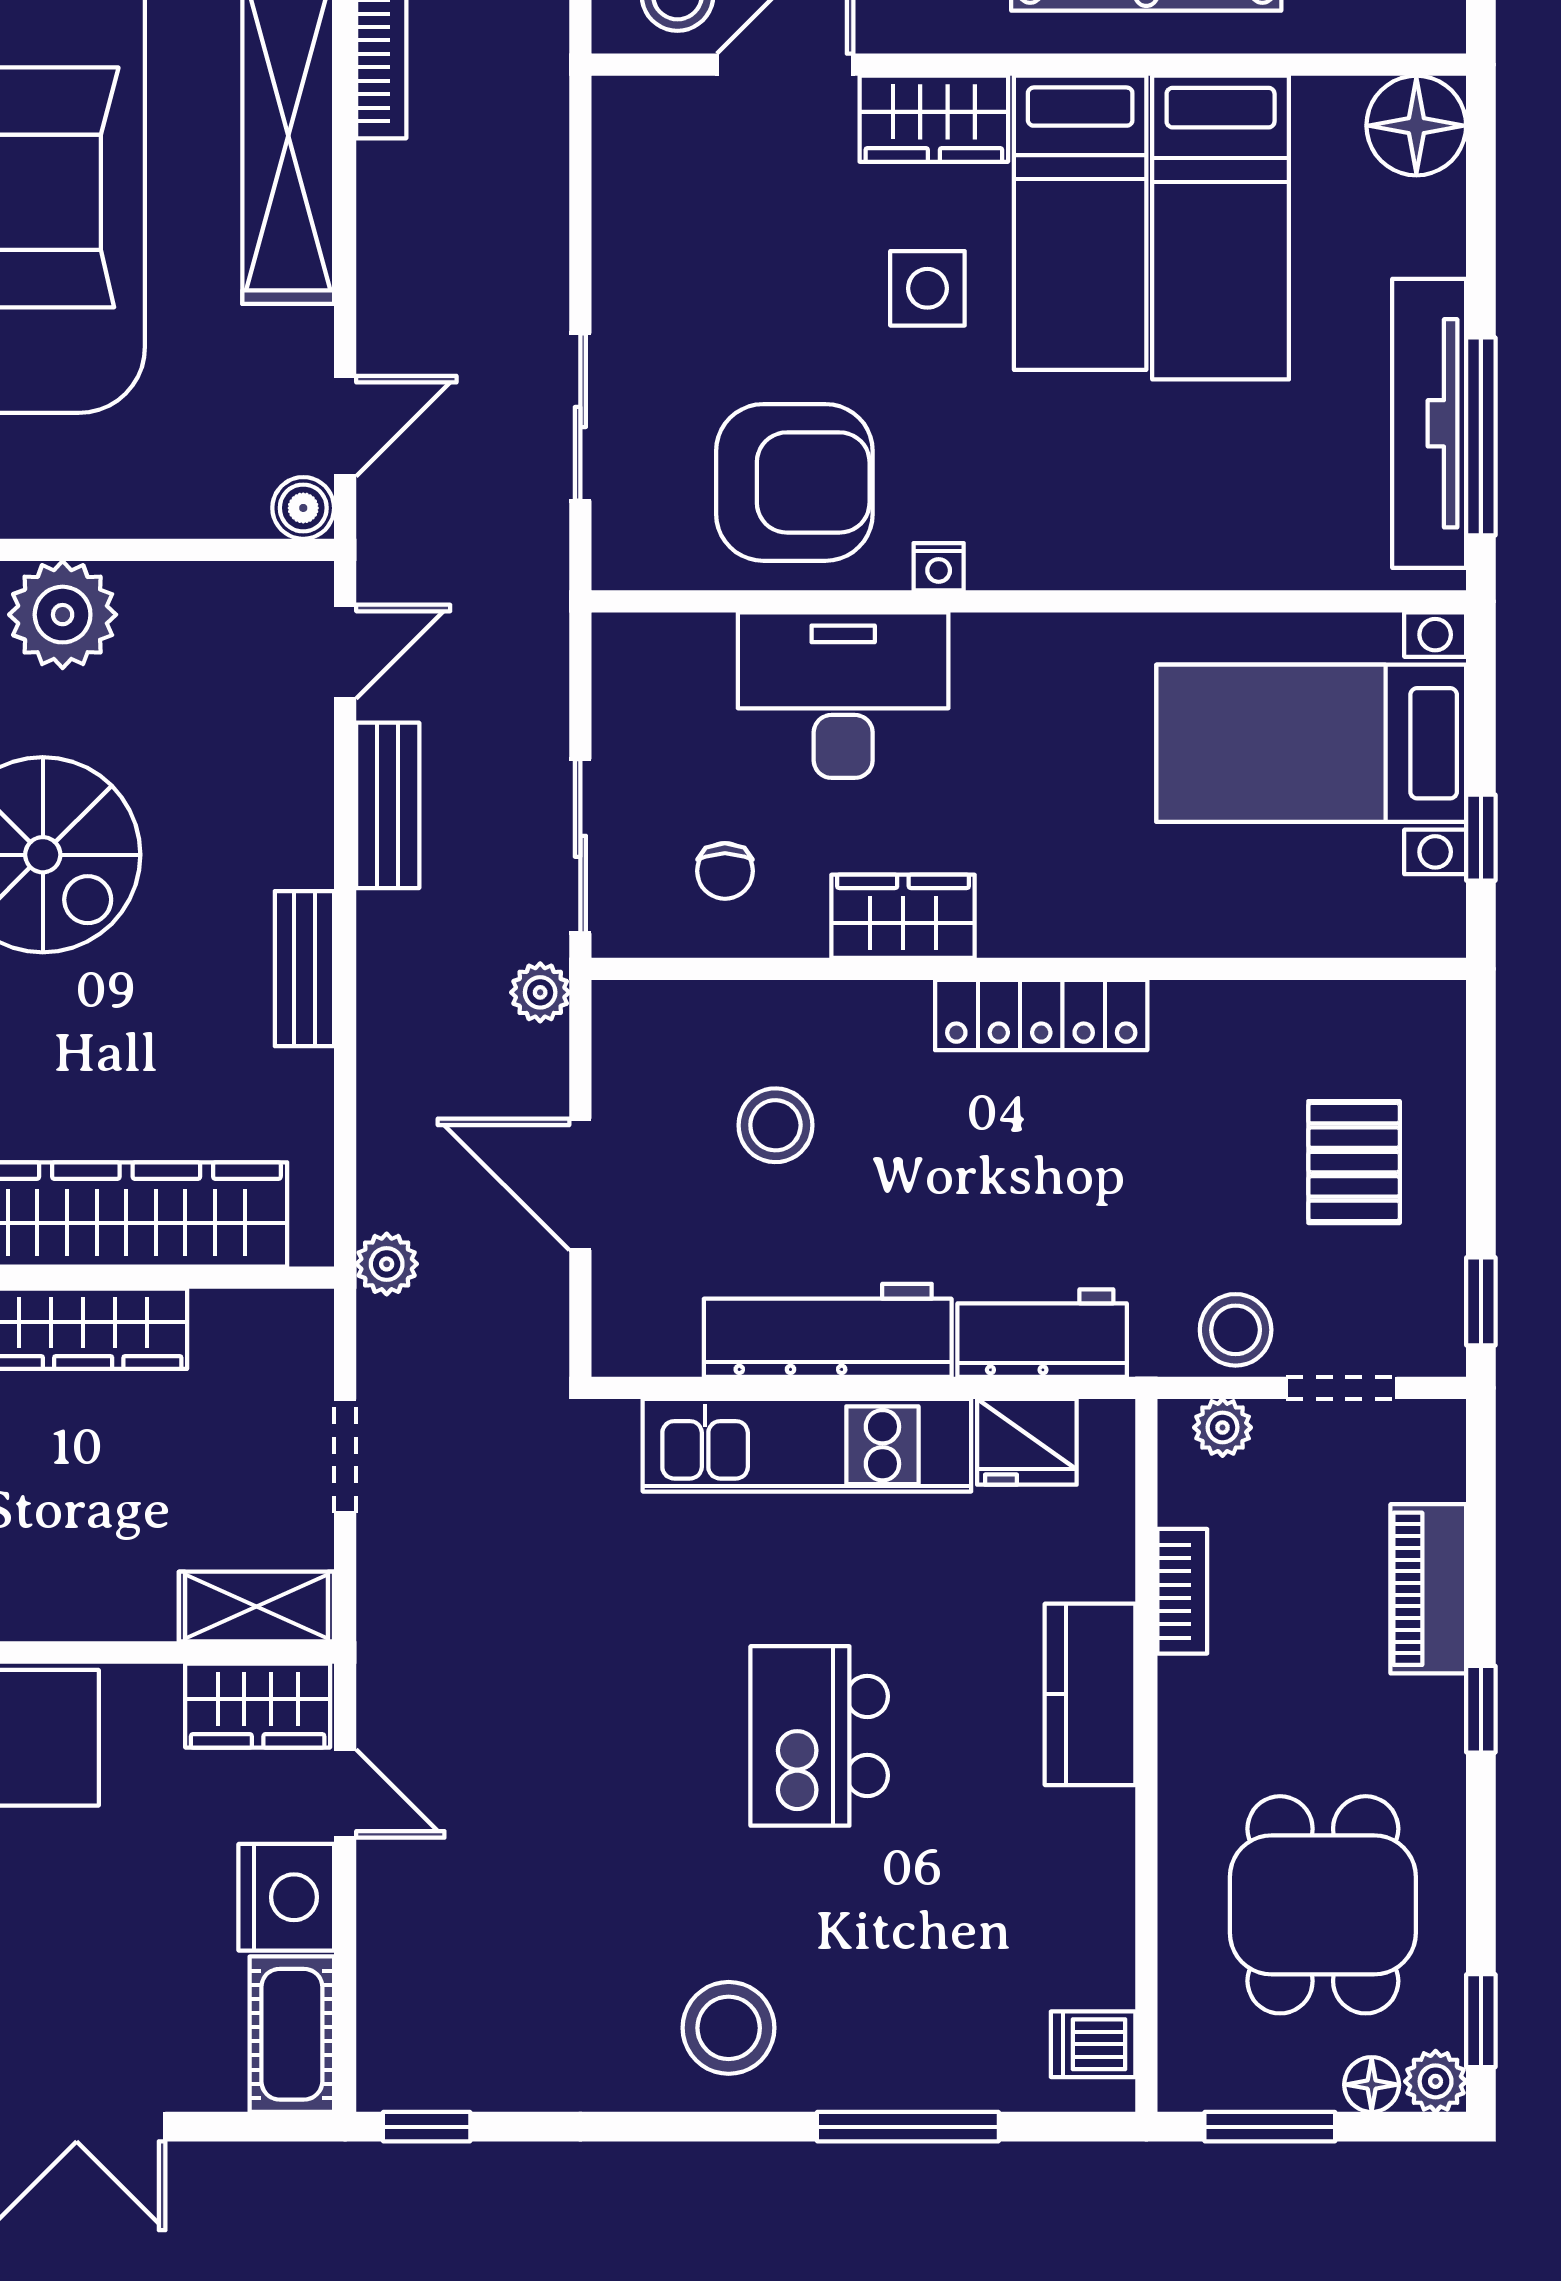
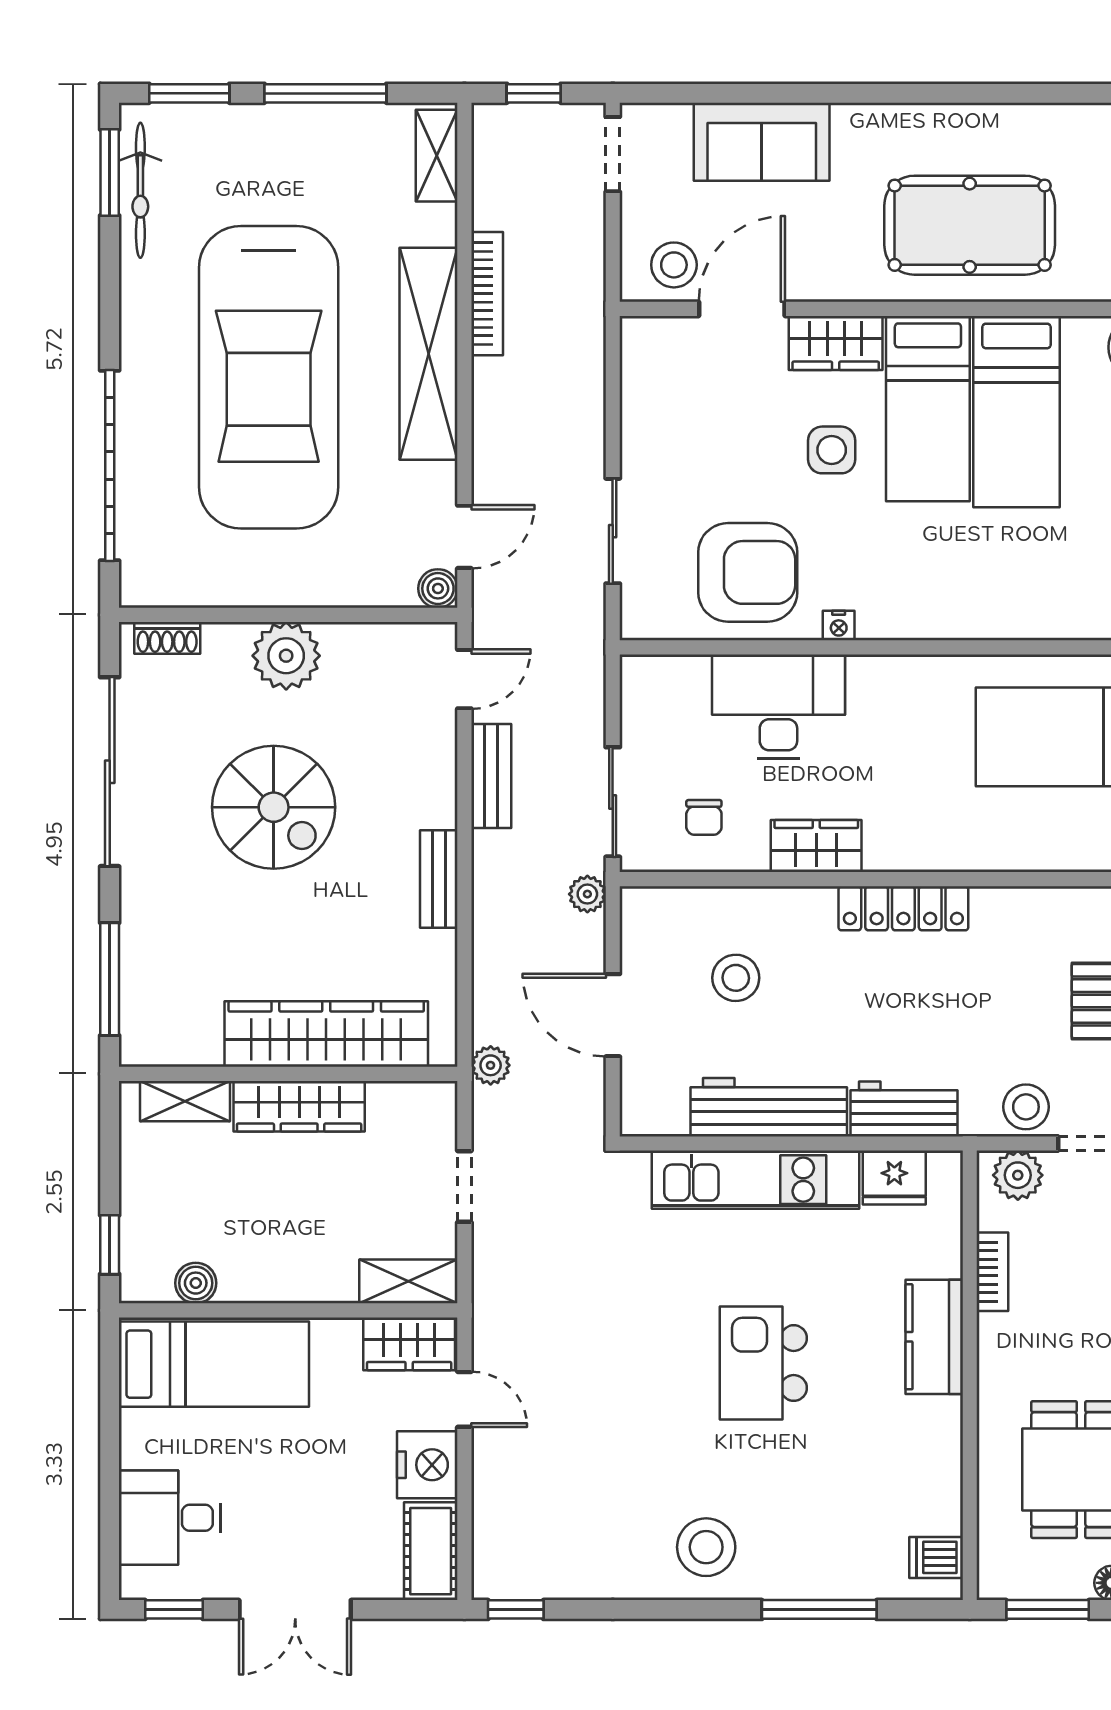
plant: (1223, 1427) -> (1018, 1175), width x1.38, depth x1.38

